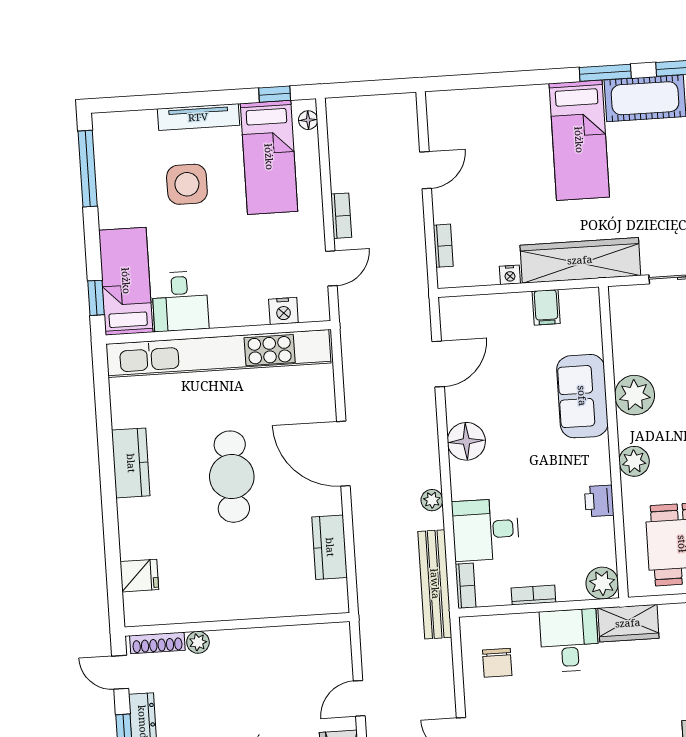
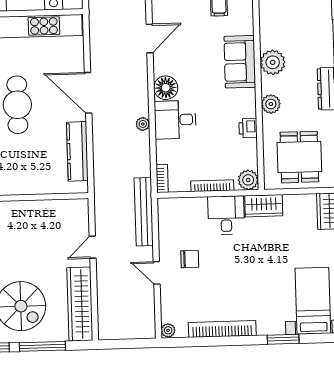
desk: (486, 530) -> (175, 120), moved
kitchen counter: (330, 547) -> (77, 151), width x1.50
bench: (435, 584) -> (144, 212), moved
bookcase: (533, 595) -> (212, 186), width x1.56
chair: (497, 663) -> (190, 259), moved, turned -90

